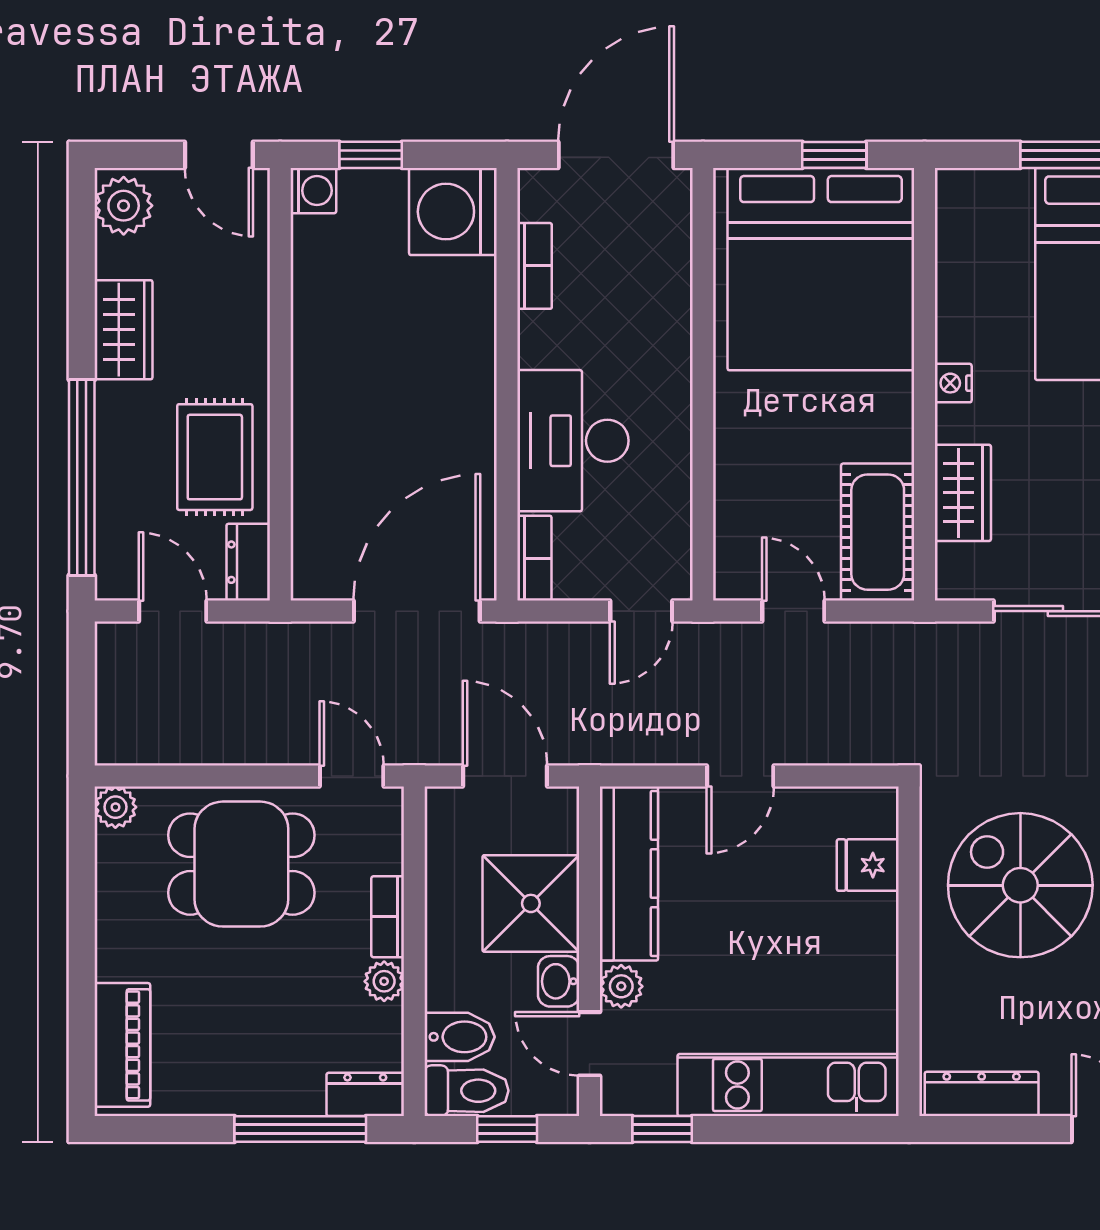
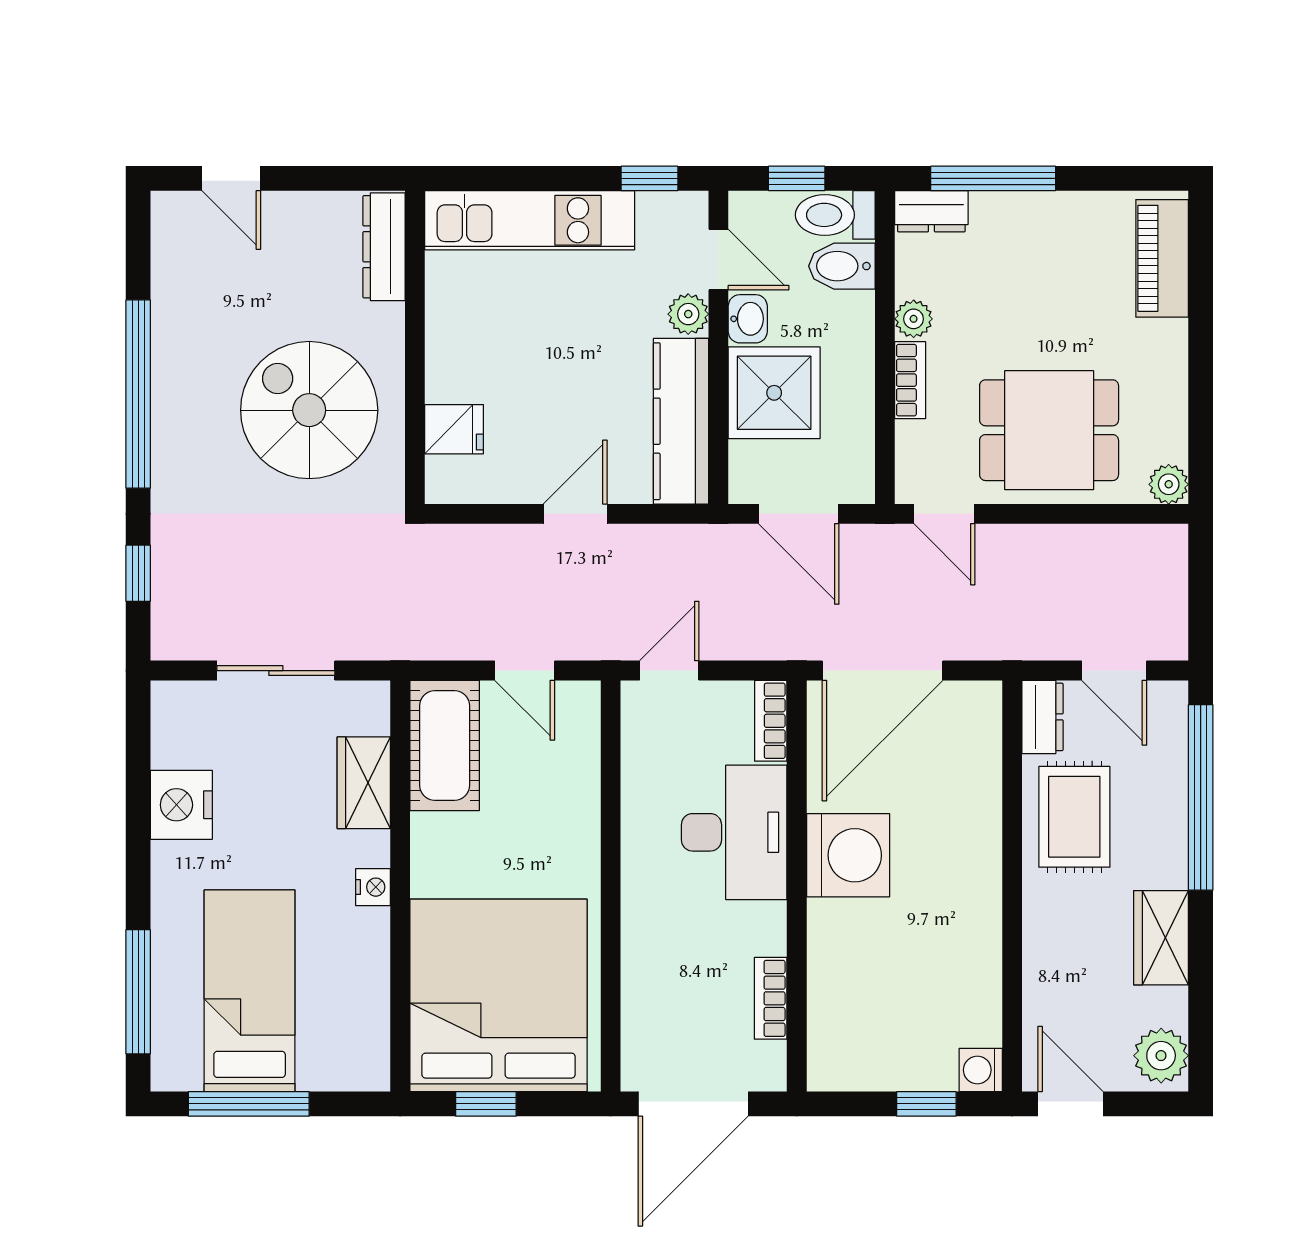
washing machine: (453, 212) -> (848, 855), moved
spiral stairs: (1020, 885) -> (309, 410), turned 180
dresser: (982, 1094) -> (384, 247), moved, turned 90

